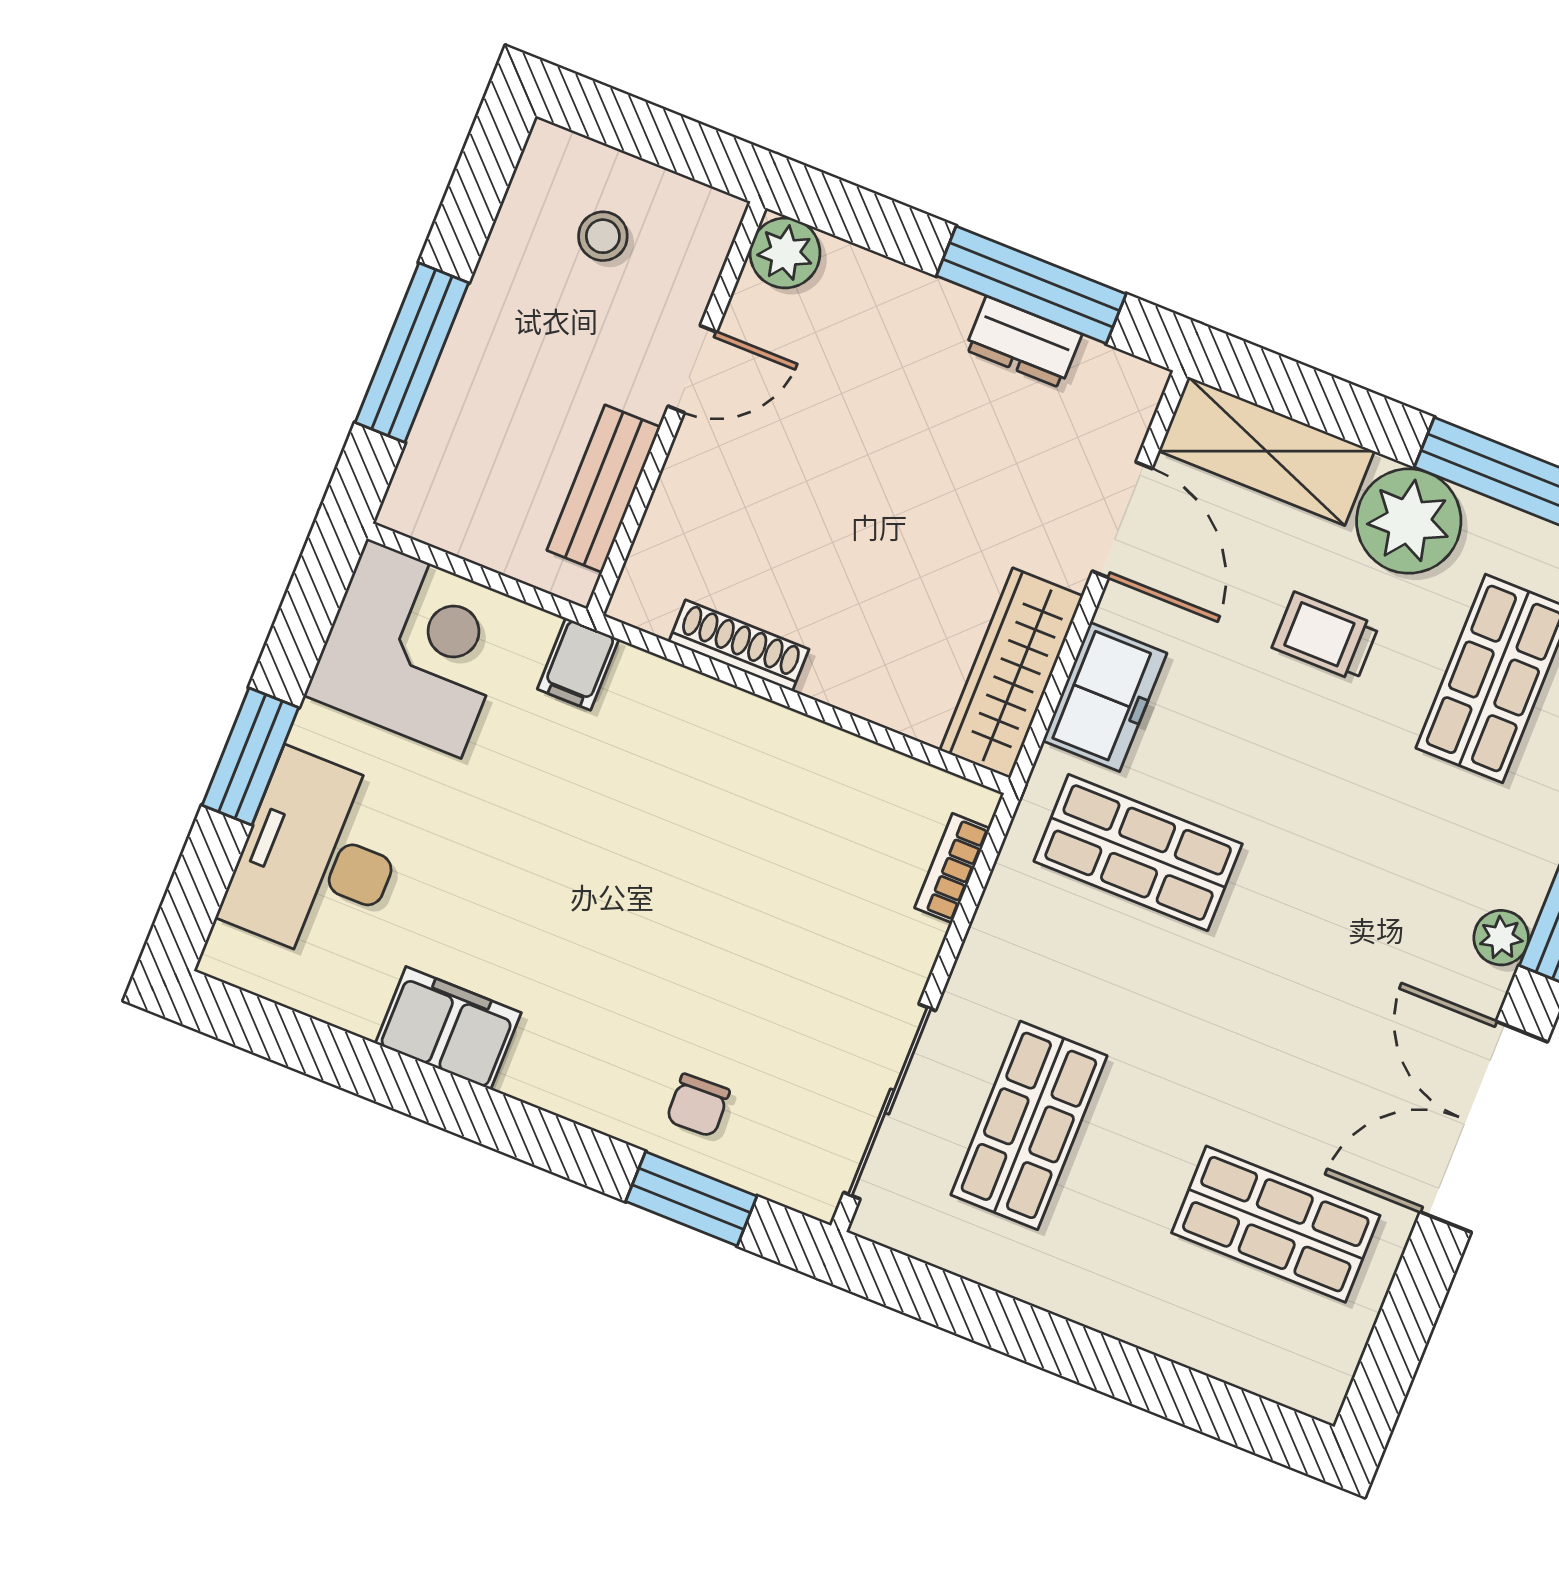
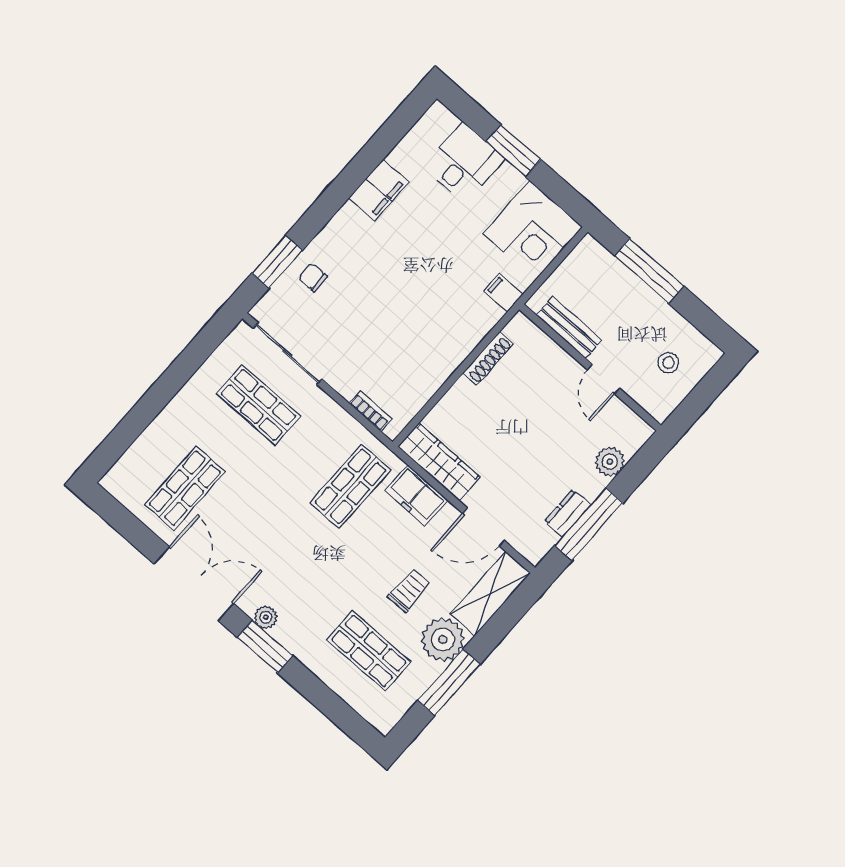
plant: (785, 253) -> (610, 462), moved
desk: (318, 858) -> (464, 163), width x0.73

